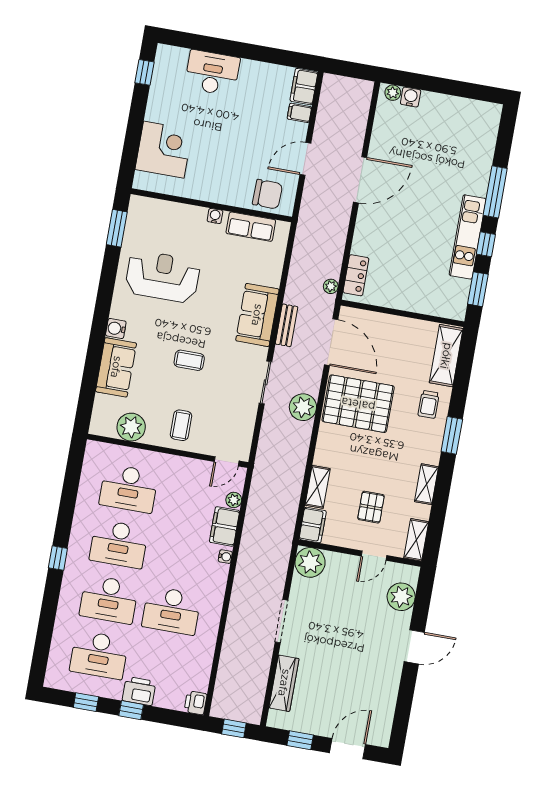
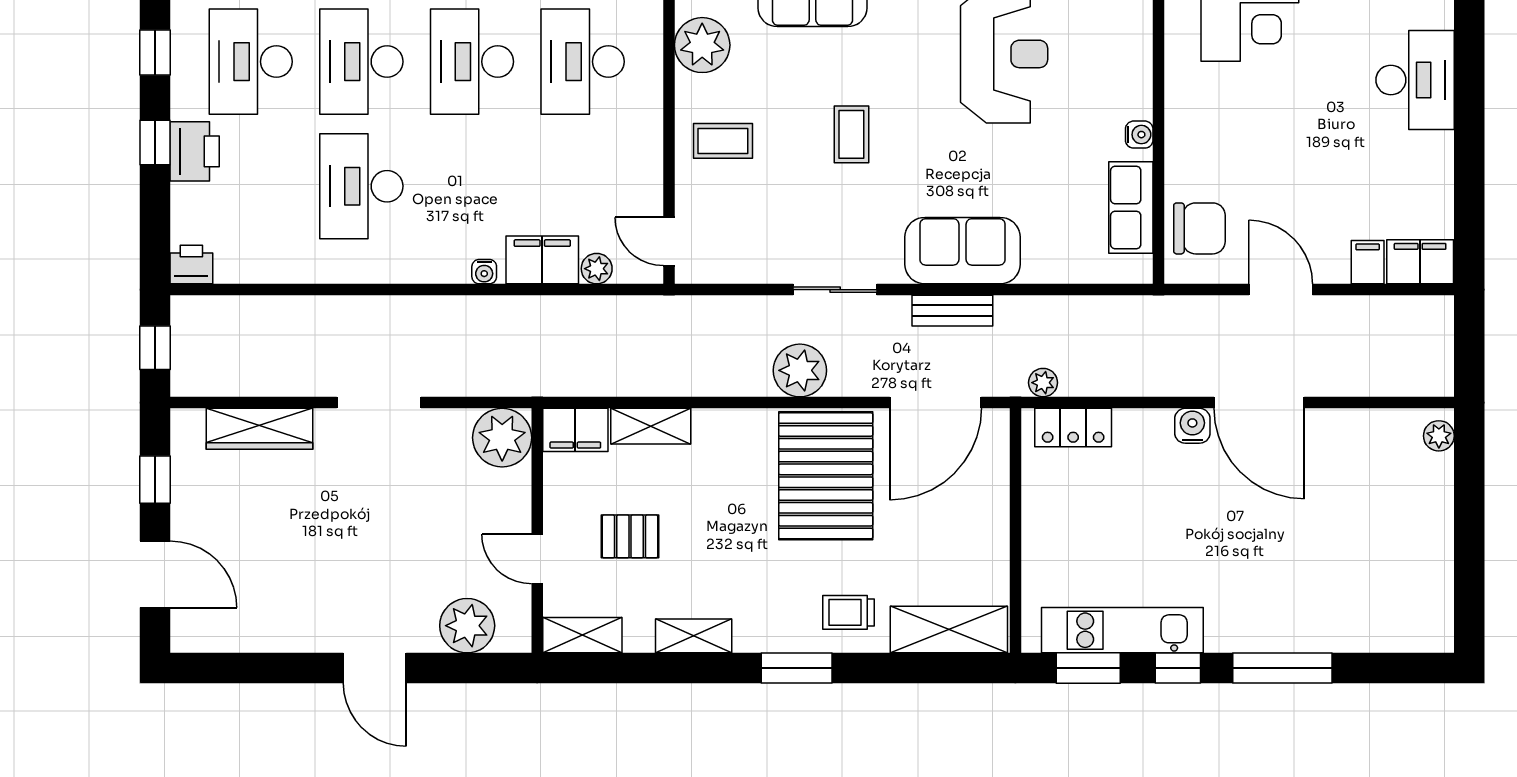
water cooler: (411, 97) -> (1192, 426), moved, turned -90
chair: (267, 194) -> (1199, 228), turned -91
kitchen unit: (468, 237) -> (1122, 630), moved

